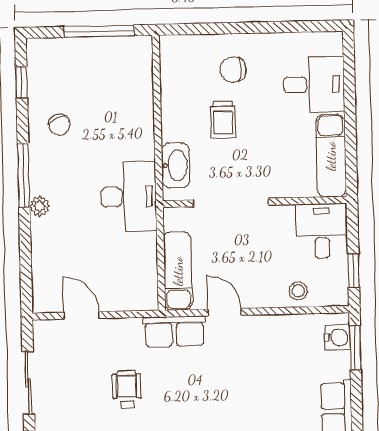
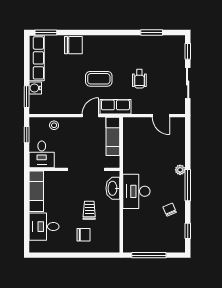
desk: (129, 197) -> (136, 191), moved
door: (225, 312) -> (90, 116), swing flipped
water cooler: (337, 337) -> (35, 88), moved
coffee table: (209, 387) -> (99, 79), added

